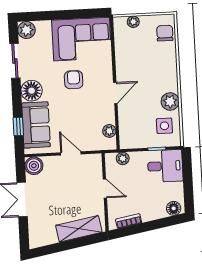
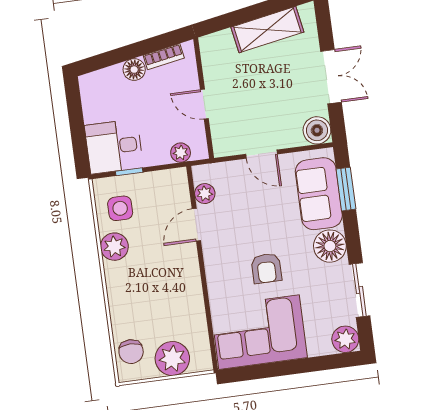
plant: (133, 22) -> (172, 359), width x1.87, depth x1.87
door: (115, 93) -> (196, 225), moved
window: (18, 127) -> (346, 189), width x1.50
floor lamp: (174, 208) -> (134, 70), moved
shelving: (79, 229) -> (267, 30), moved

